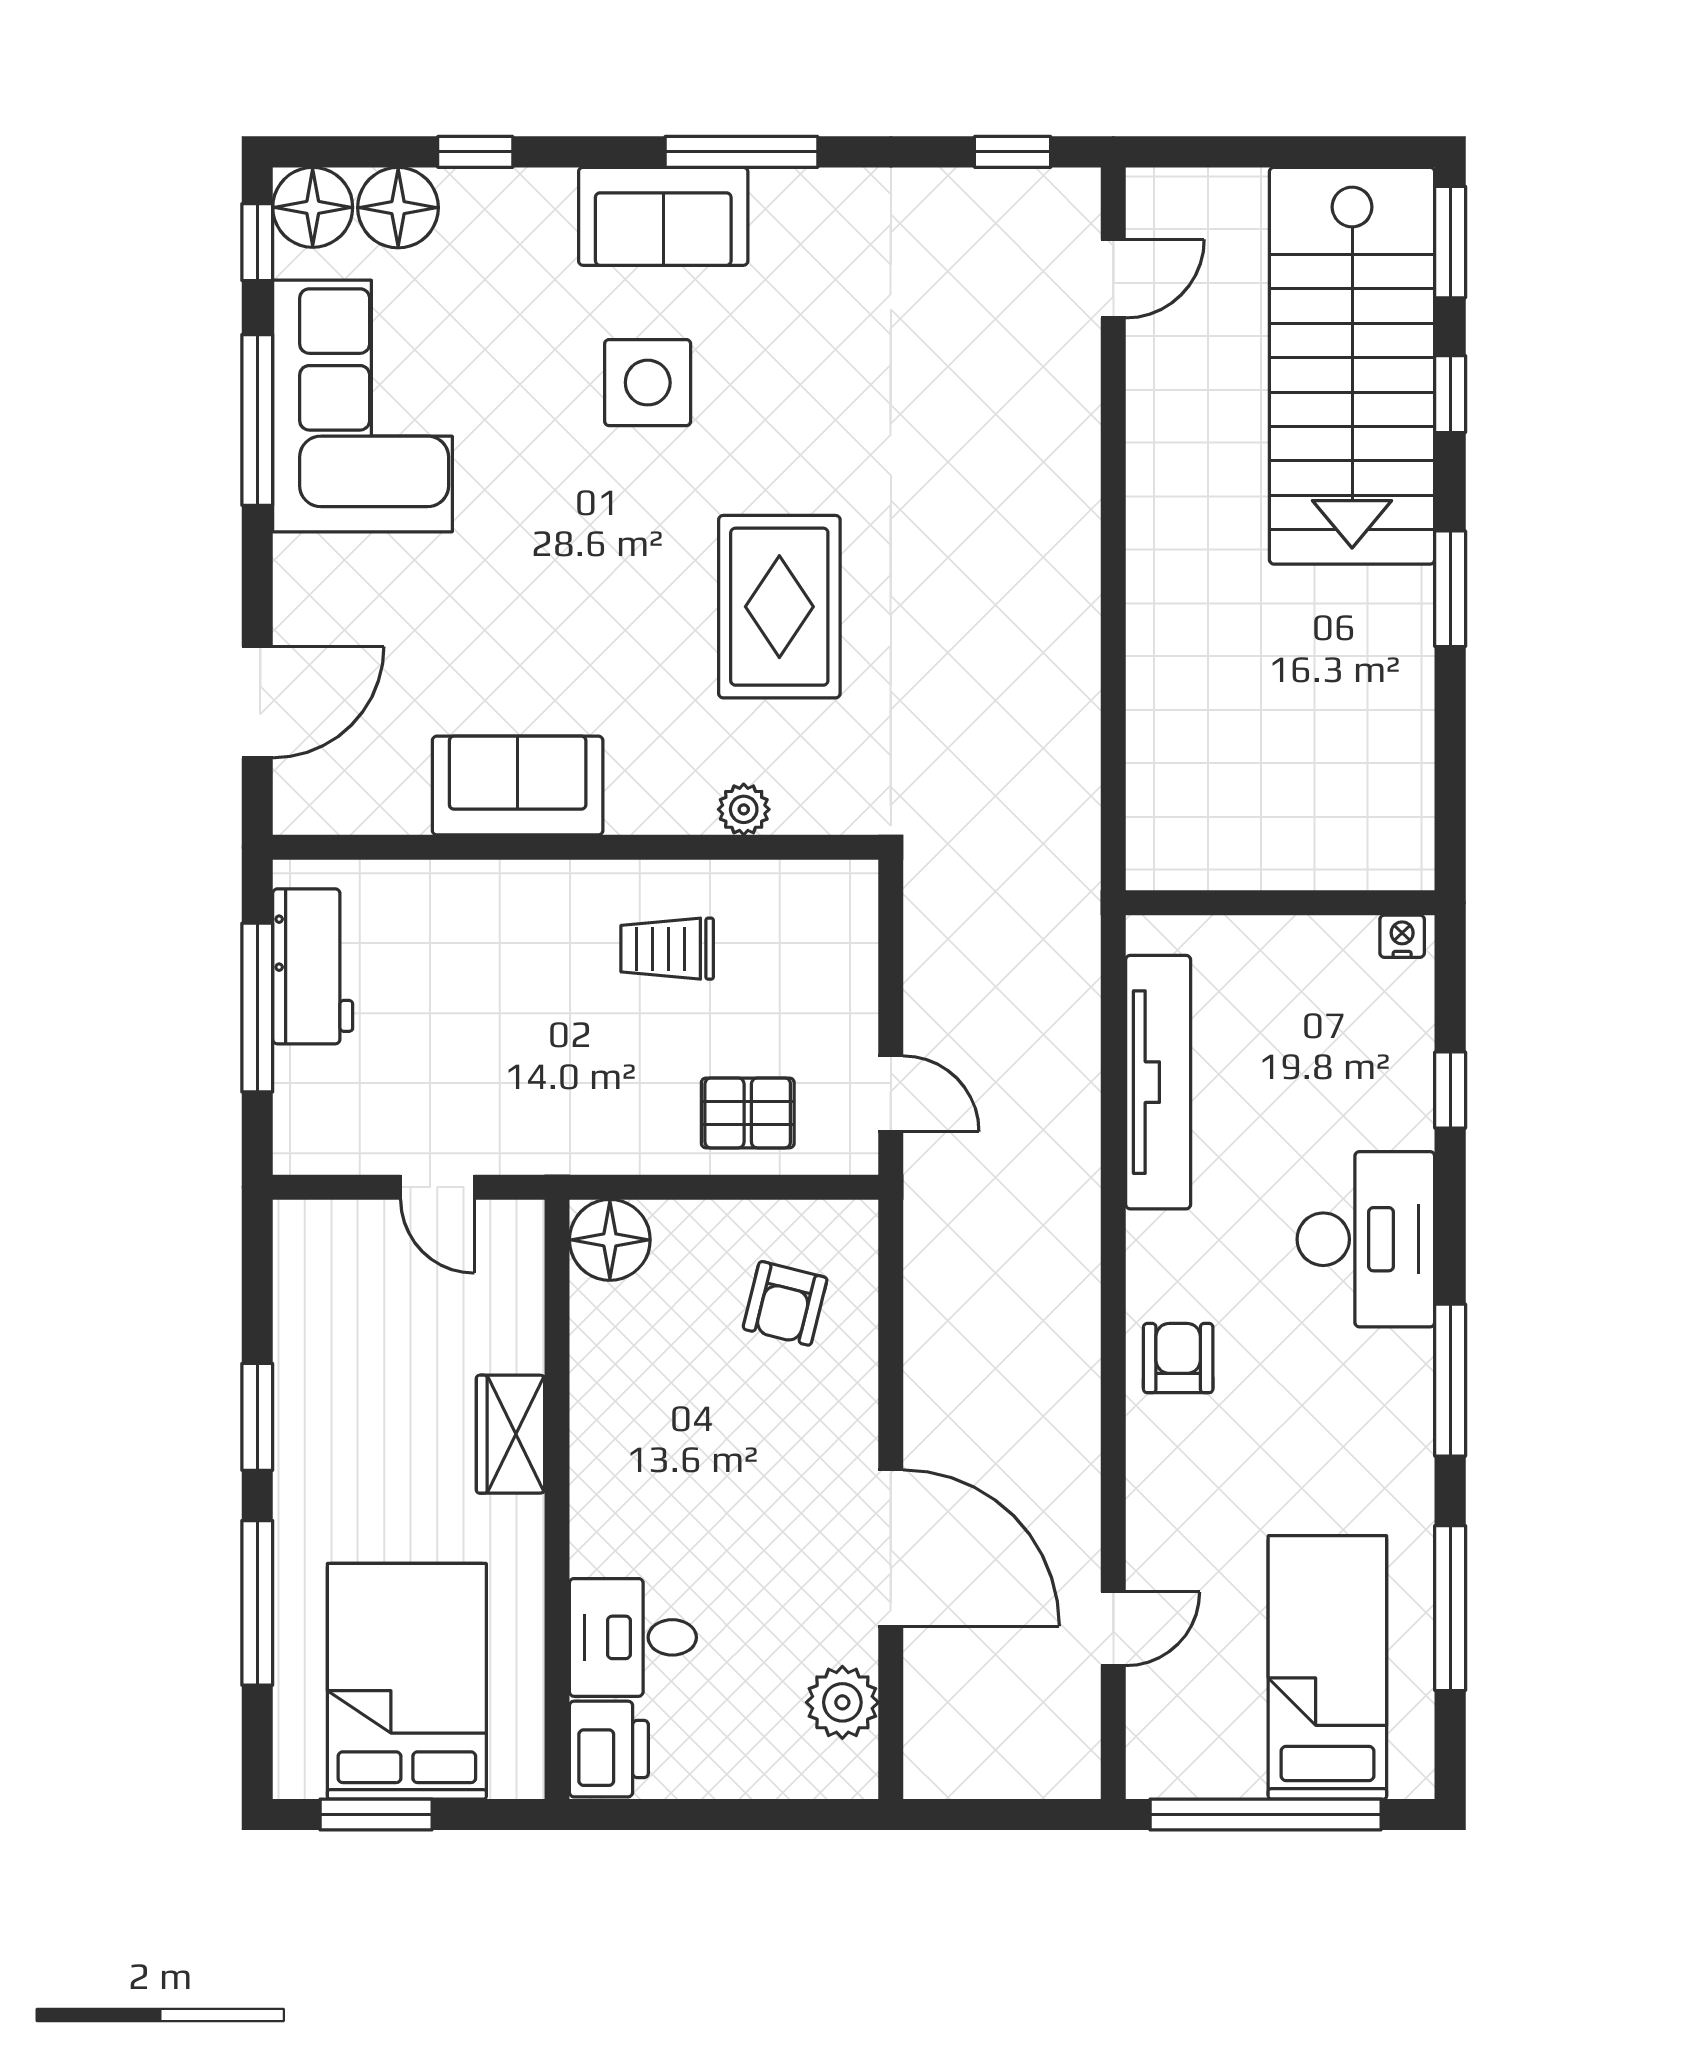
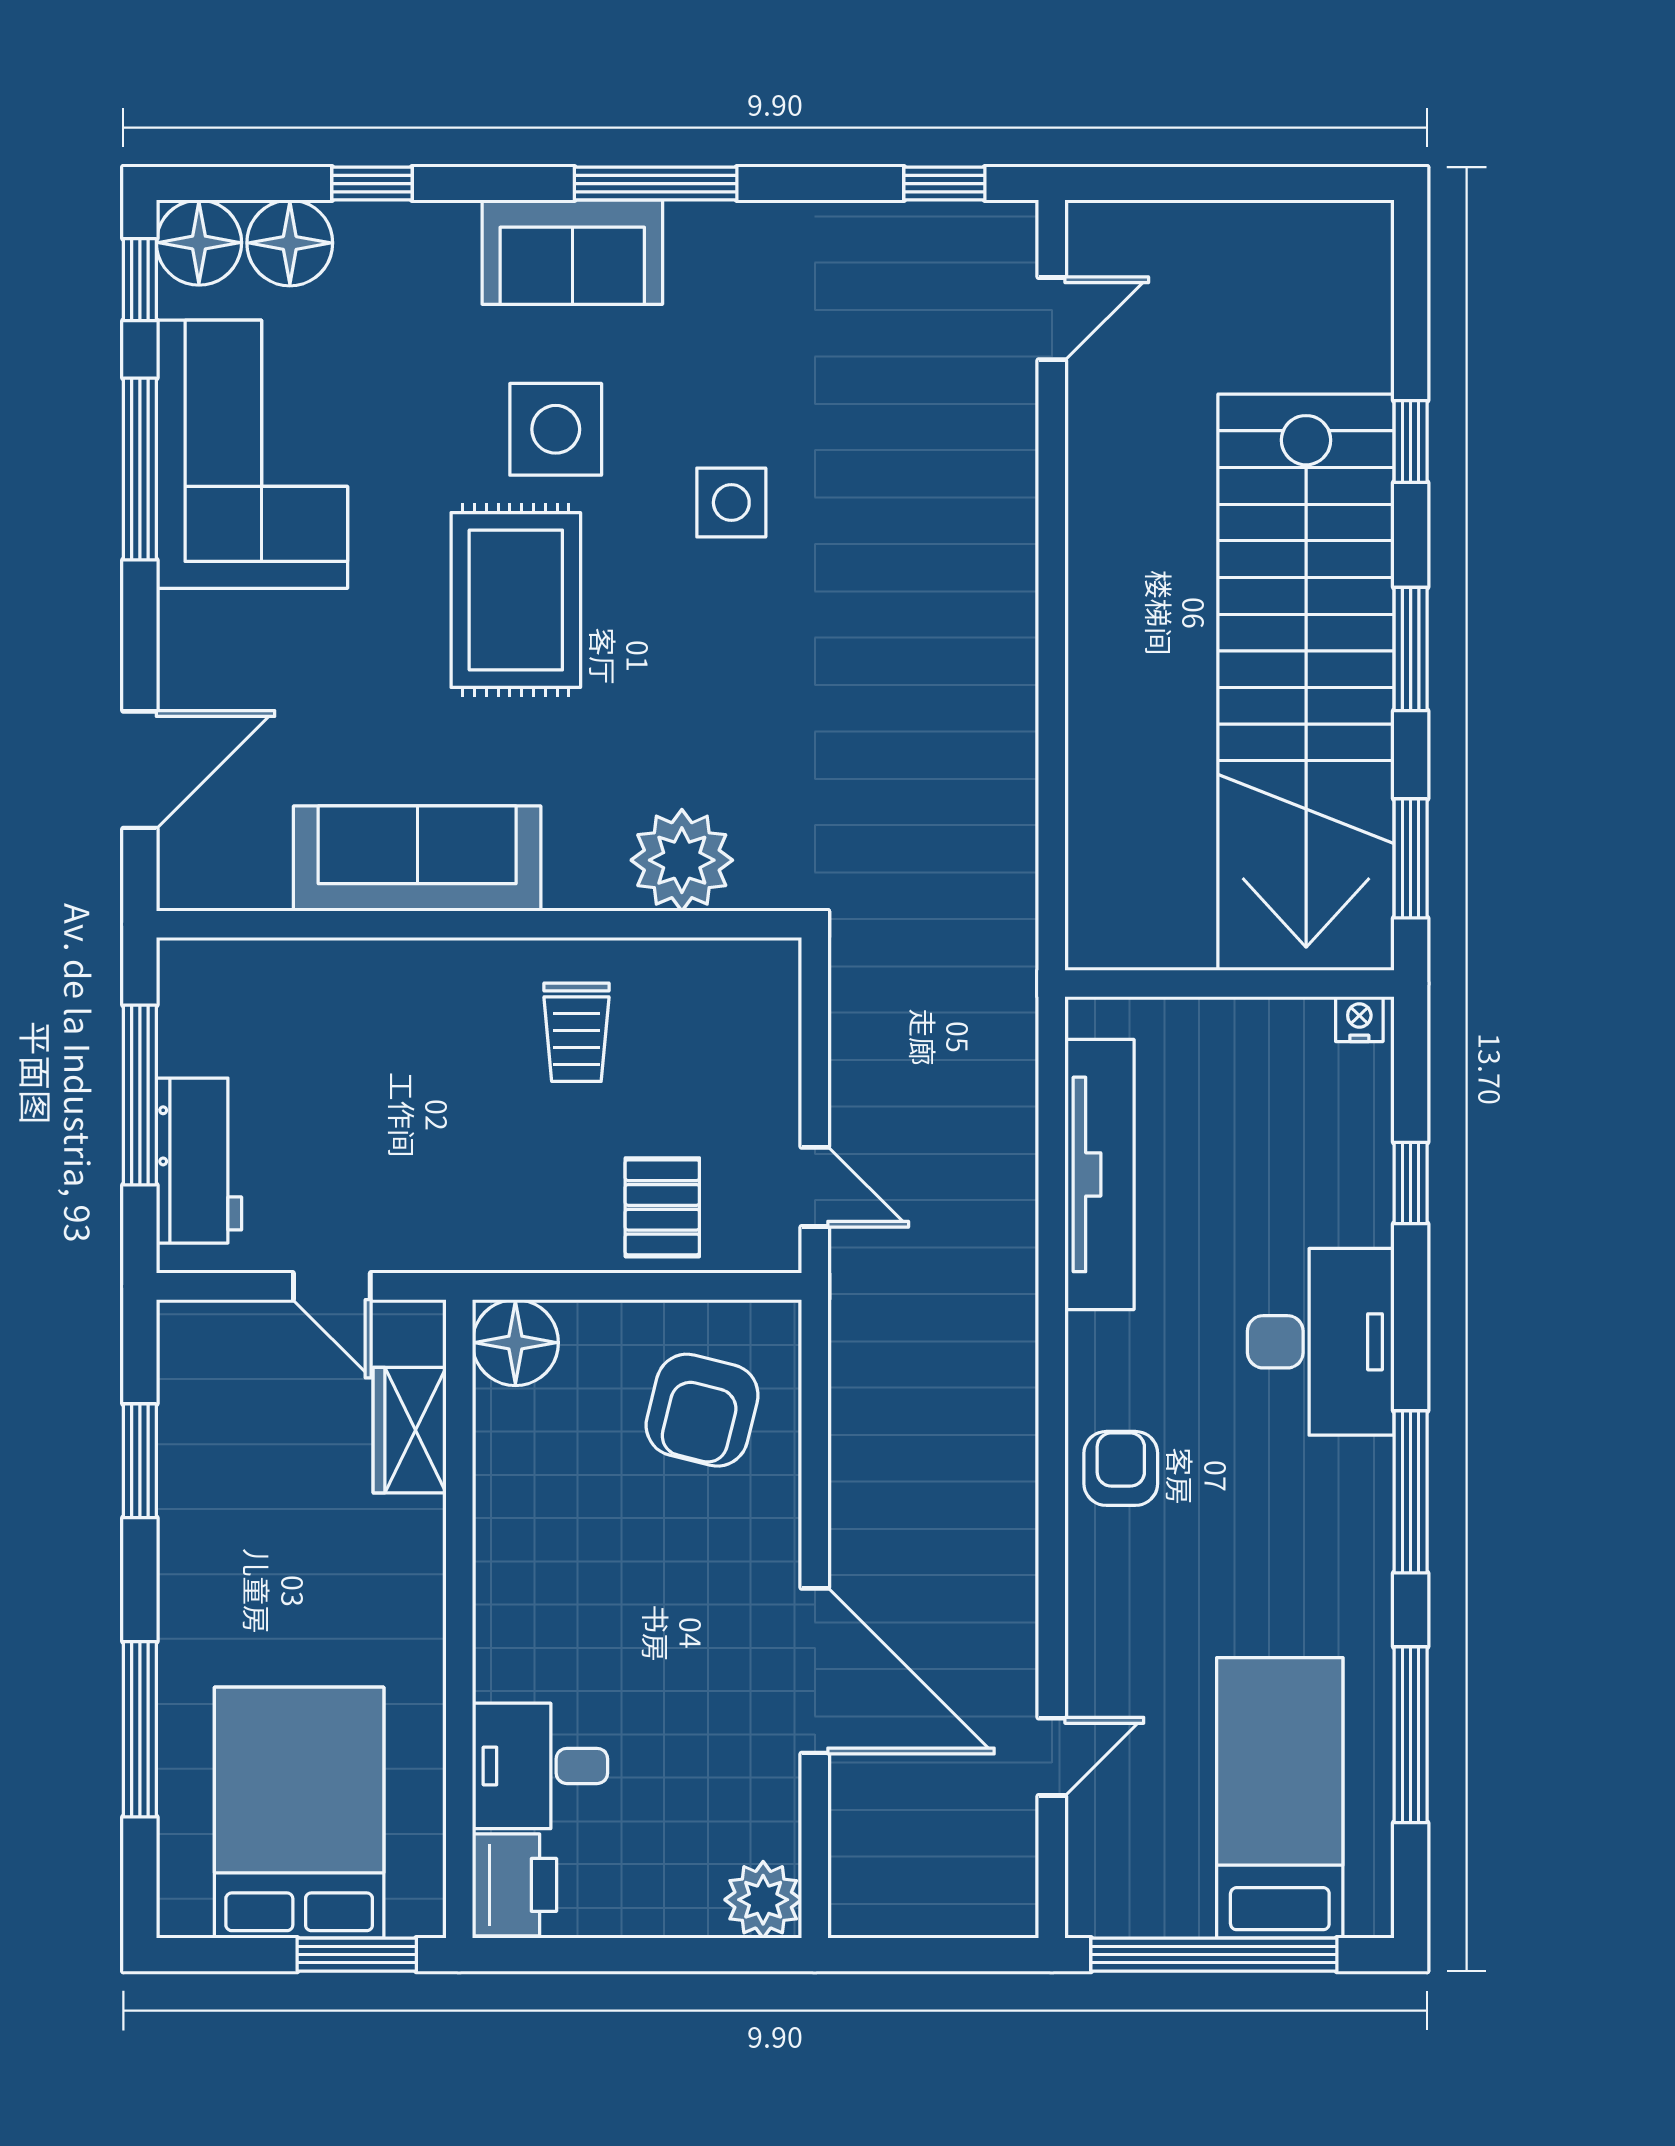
window: (1450, 242) -> (1411, 858), moved
stairs: (1352, 366) -> (1306, 682), moved, width x1.36
side table: (813, 451) -> (731, 503), added
rug: (779, 607) -> (516, 600), moved
sofa: (518, 785) -> (417, 858), width x1.36
plant: (744, 809) -> (682, 860), width x1.87, depth x1.87
trolley: (667, 949) -> (576, 1032), turned -90
workbench: (313, 966) -> (199, 1161), moved
pallet: (748, 1113) -> (662, 1207), turned 90
armchair: (785, 1303) -> (702, 1410), width x1.38, depth x1.38
window: (257, 1417) -> (140, 1461), moved
wardrobe: (510, 1434) -> (410, 1430), moved
plant: (842, 1702) -> (763, 1900), moved
window: (376, 1814) -> (357, 1955), moved

